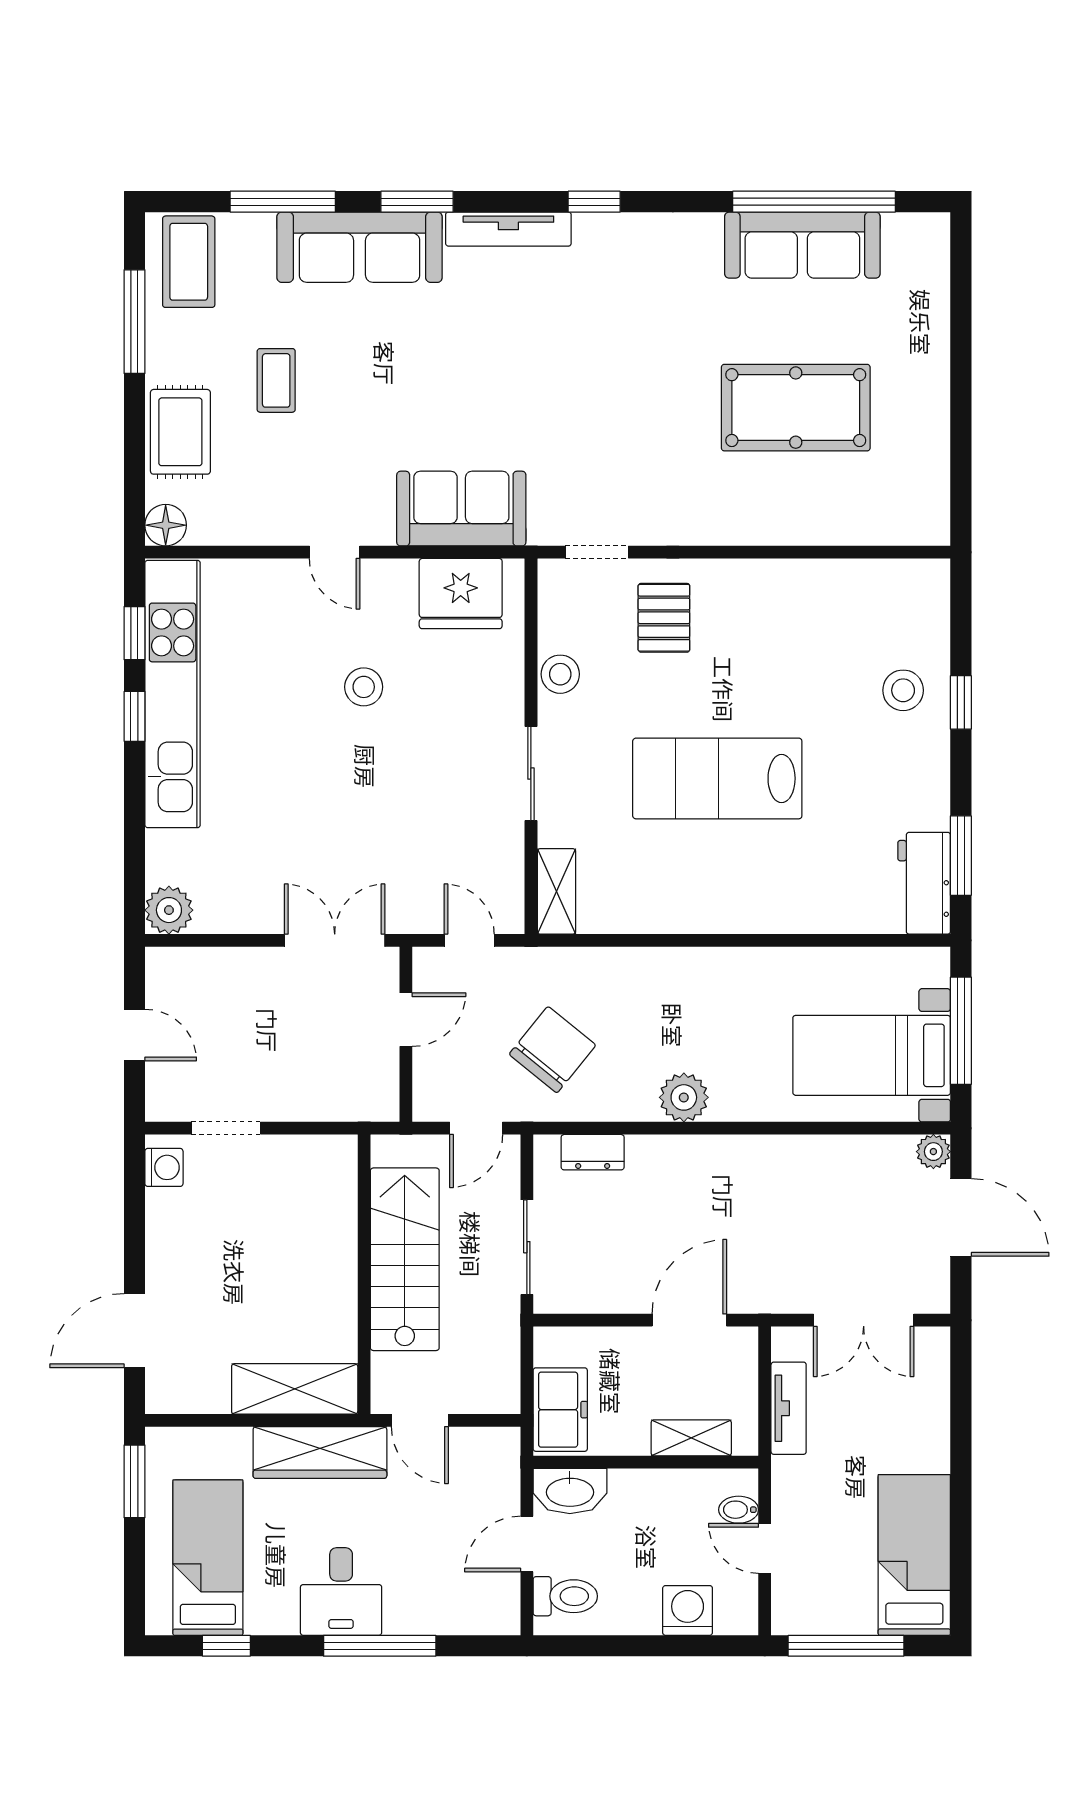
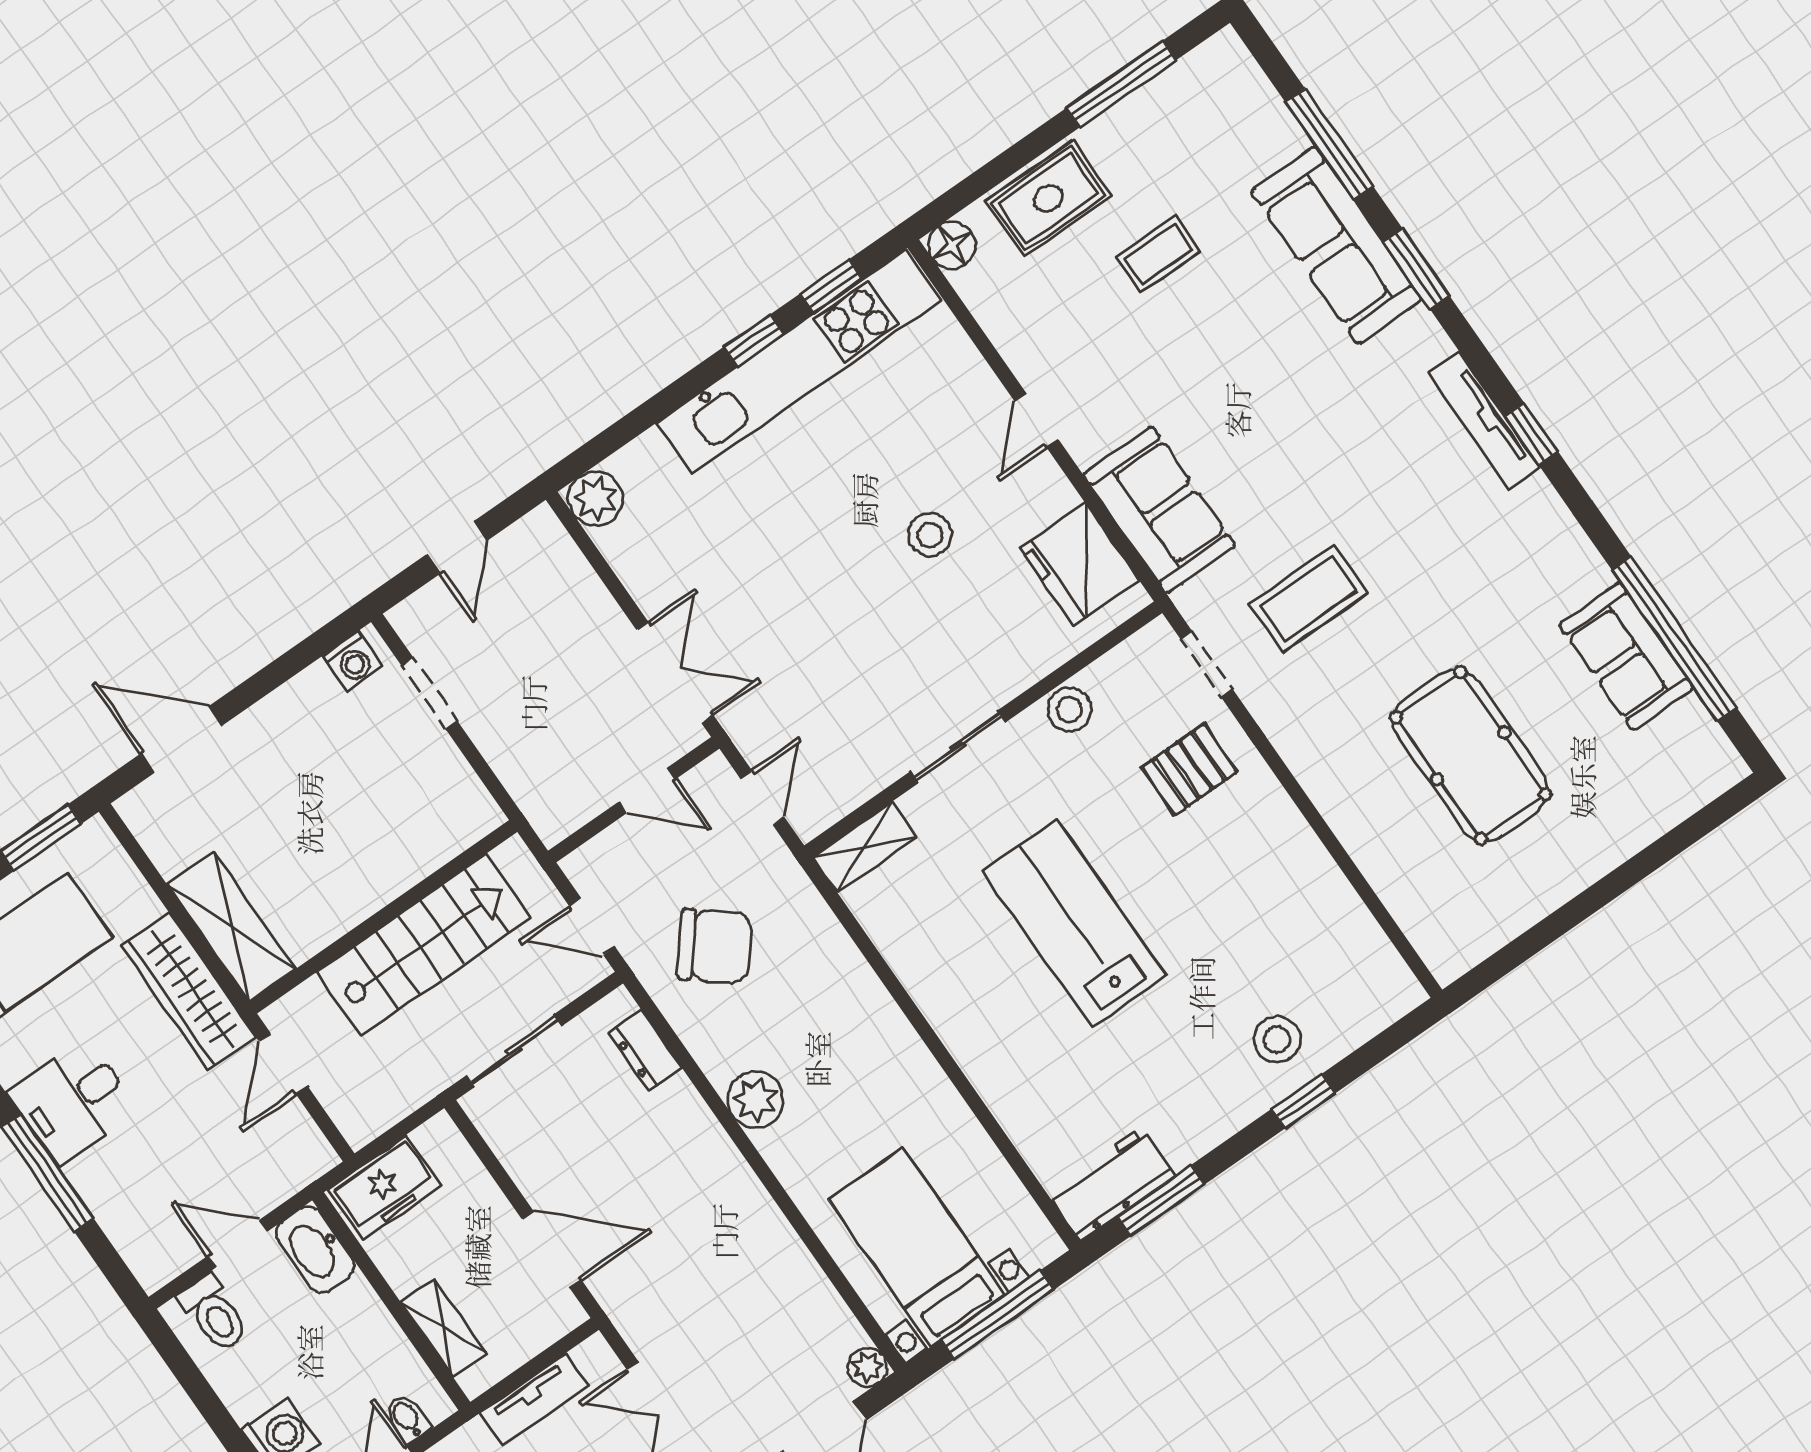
tv unit: (508, 229) -> (1484, 421), moved
sofa: (802, 245) -> (1626, 656), width x0.73
coffee table: (189, 262) -> (1309, 599), moved

